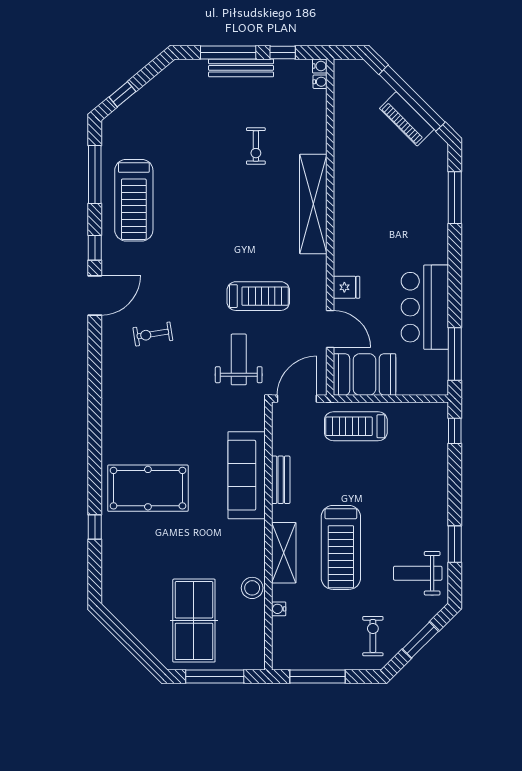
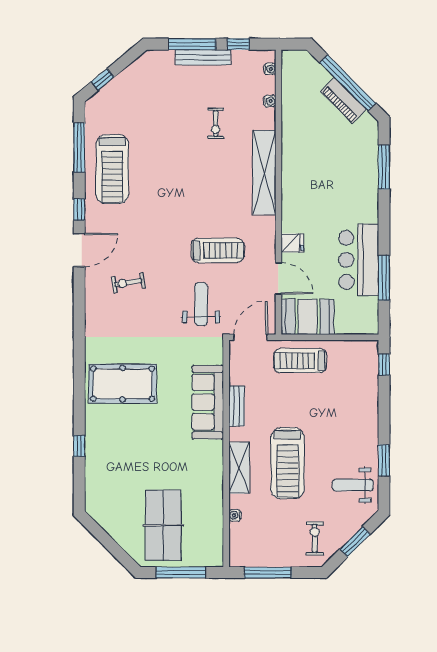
water cooler: (320, 66) -> (270, 101), moved
window: (455, 354) -> (384, 278), moved
pool table: (148, 488) -> (123, 384), moved
stool: (252, 588) -> (212, 498), removed

